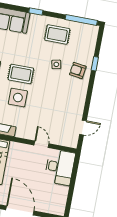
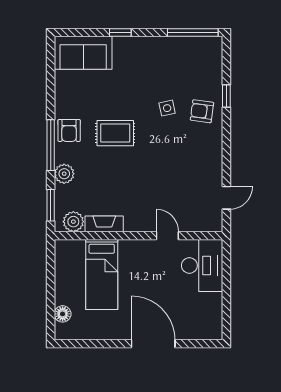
rug: (57, 34) -> (160, 62), removed
side table: (18, 98) -> (117, 170), removed

